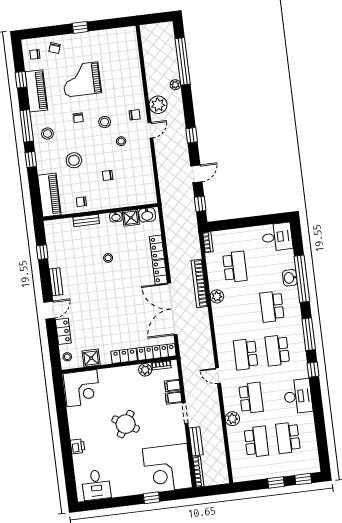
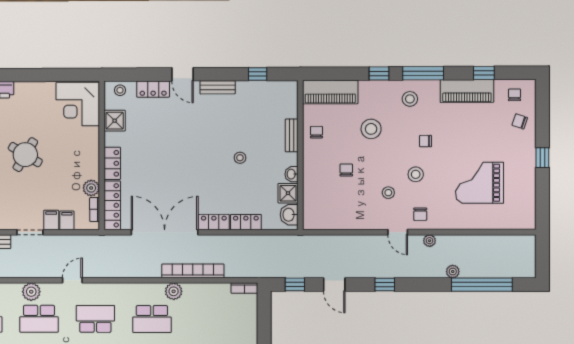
grand piano: (82, 79) -> (479, 183), moved, turned -90
plant: (158, 105) -> (430, 241), width x0.53, depth x0.53
school desk: (235, 267) -> (152, 319), moved
plant: (232, 419) -> (31, 292), moved

